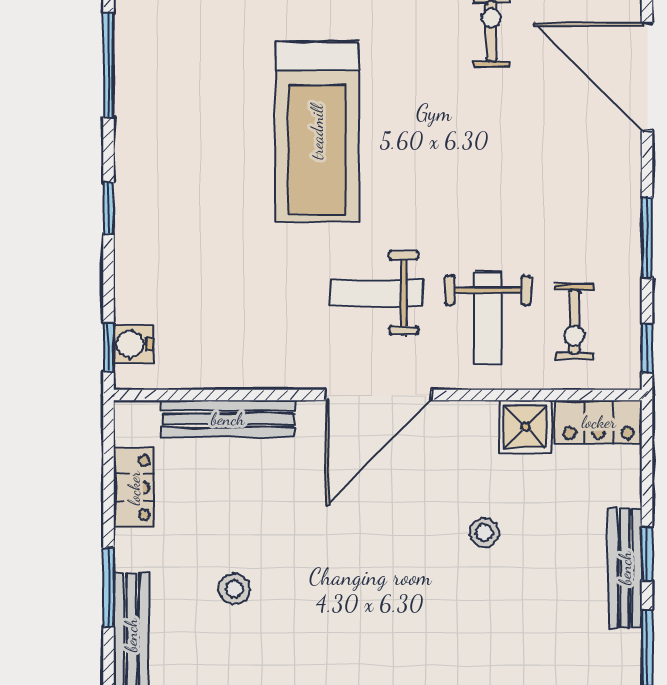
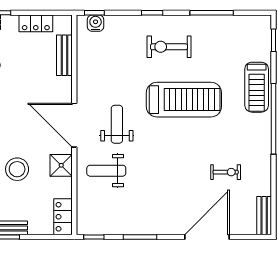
treadmill: (317, 132) -> (184, 100), turned 180
exercise bike: (574, 322) -> (169, 47), moved, width x1.38, depth x1.39
bench: (228, 419) -> (64, 55), width x0.73
shower: (525, 427) -> (61, 165), moved
stool: (484, 533) -> (17, 169), width x1.89, depth x1.89

